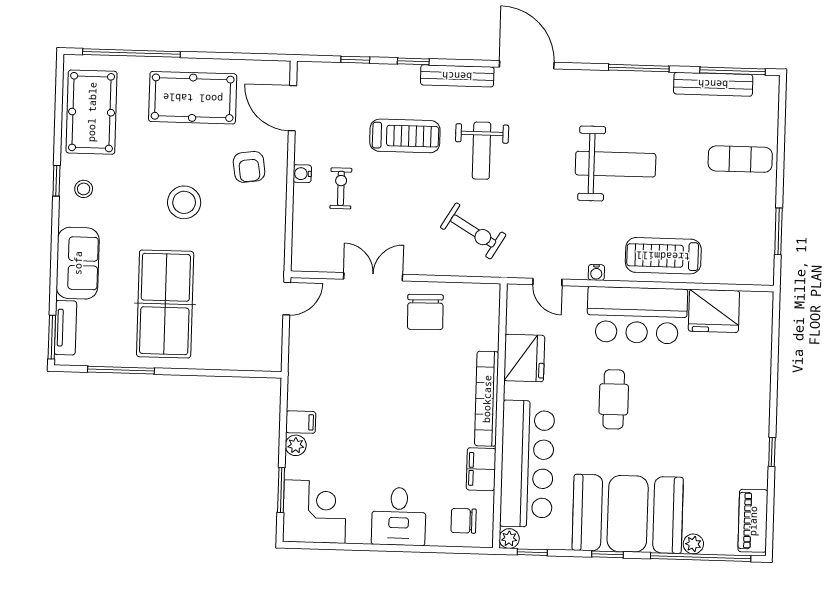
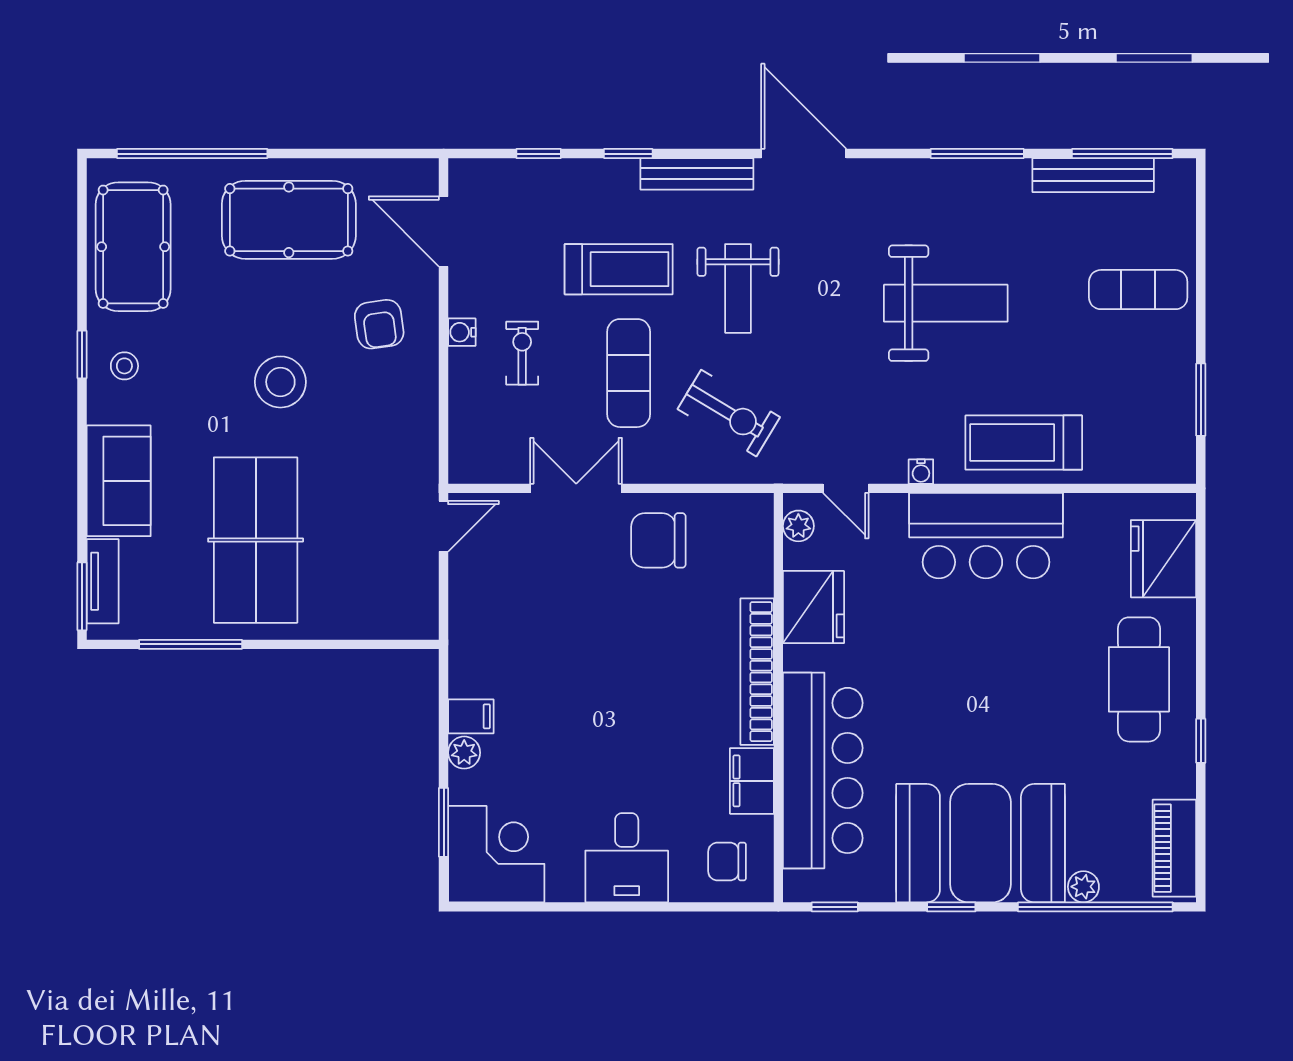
exercise mat: (409, 203) -> (629, 373), added
fridge: (714, 311) -> (1163, 559), moved, turned 90
chair: (425, 312) -> (658, 540), turned 91
cafe table: (614, 399) -> (1139, 679), moved, width x1.37, depth x1.35
plant: (509, 539) -> (798, 526), moved

